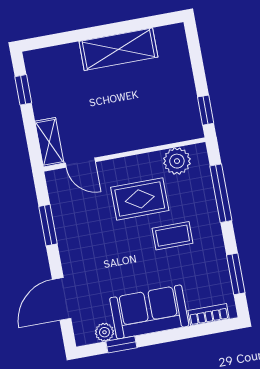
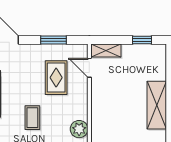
door: (80, 163) -> (89, 68), hinge flipped
rug: (140, 199) -> (56, 78), moved

